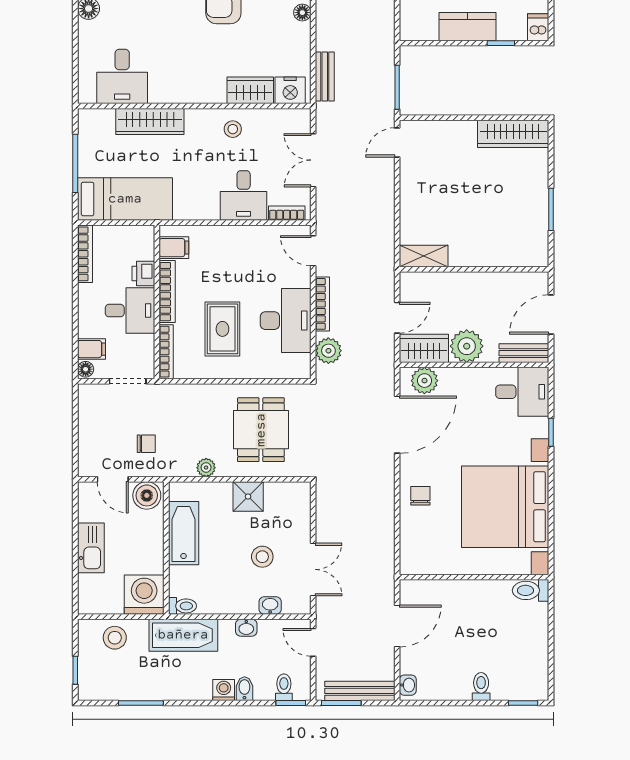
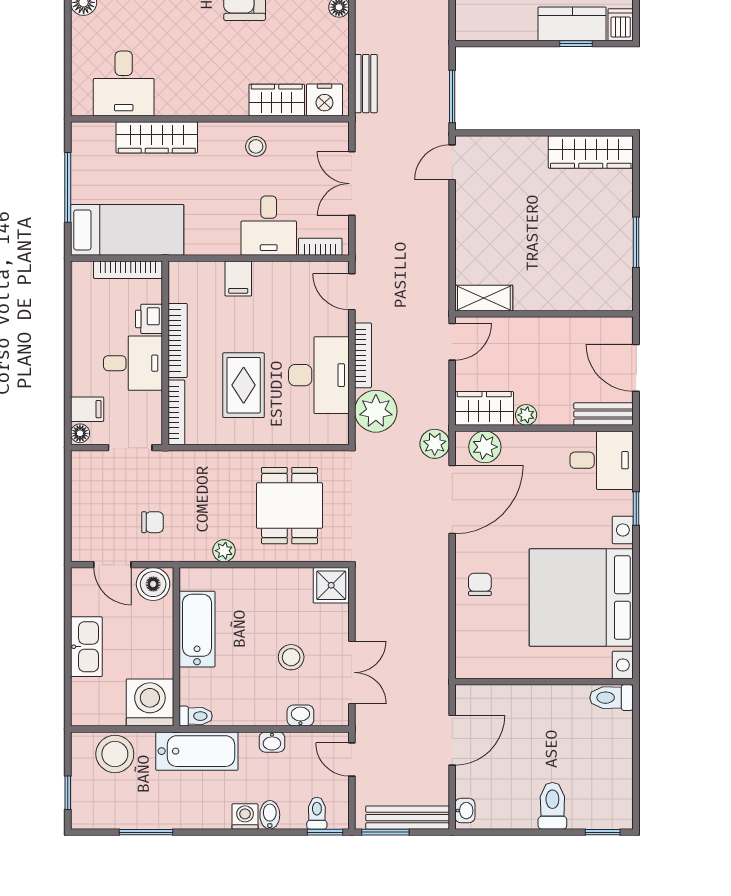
kitchen counter: (468, 27) -> (572, 24), moved
filing cabinet: (174, 248) -> (238, 279), moved, turned 90
bookcase: (85, 254) -> (128, 270), moved, turned 90
door: (551, 315) -> (636, 368), hinge flipped
door: (397, 318) -> (452, 342), moved
plant: (467, 346) -> (526, 415), width x0.53, depth x0.53
plant: (328, 351) -> (376, 411), width x1.36, depth x1.36
plant: (383, 378) -> (435, 444), added
shower: (248, 496) -> (331, 585), moved
stool: (115, 638) -> (115, 754), width x1.38, depth x1.38
toilet: (481, 687) -> (552, 806), width x1.37, depth x1.39

